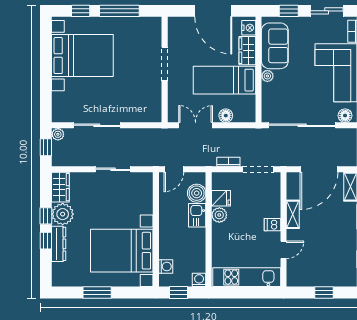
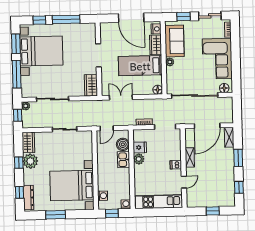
window: (46, 44) -> (16, 44), added
window: (46, 88) -> (17, 74), added
wardrobe: (153, 107) -> (91, 85), added
floor lamp: (226, 116) -> (158, 90), moved
window: (46, 241) -> (20, 192), moved
dresser: (59, 244) -> (29, 198), moved

